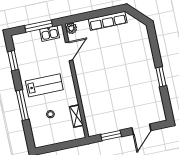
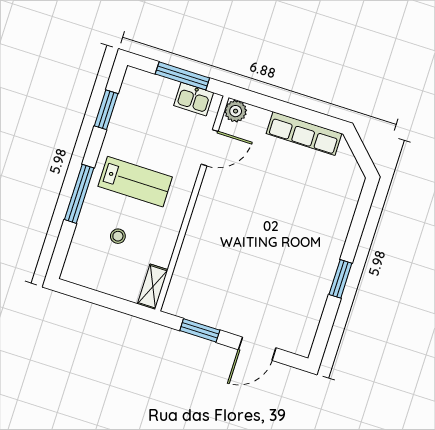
shelving: (76, 116) -> (153, 287), moved

